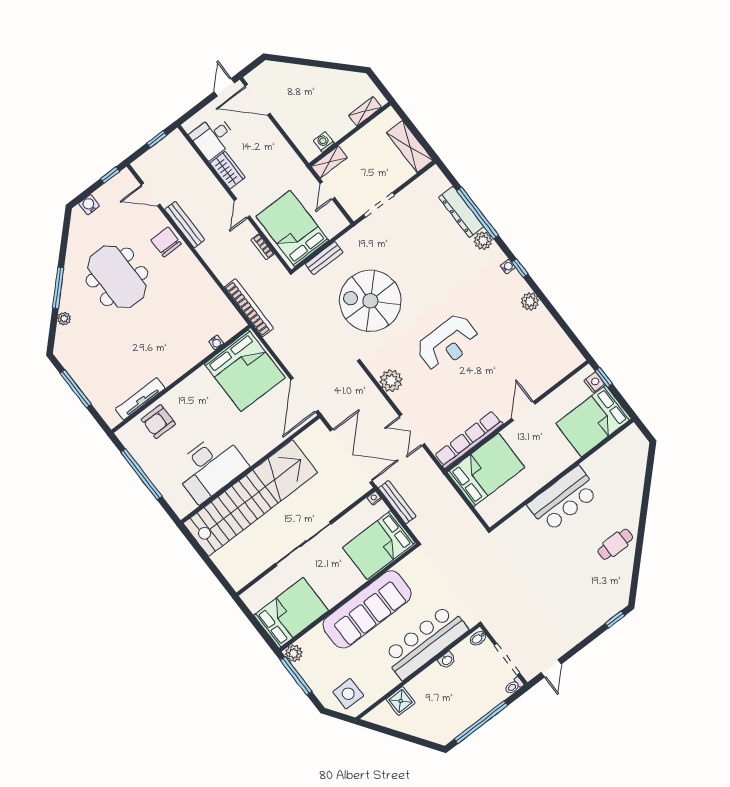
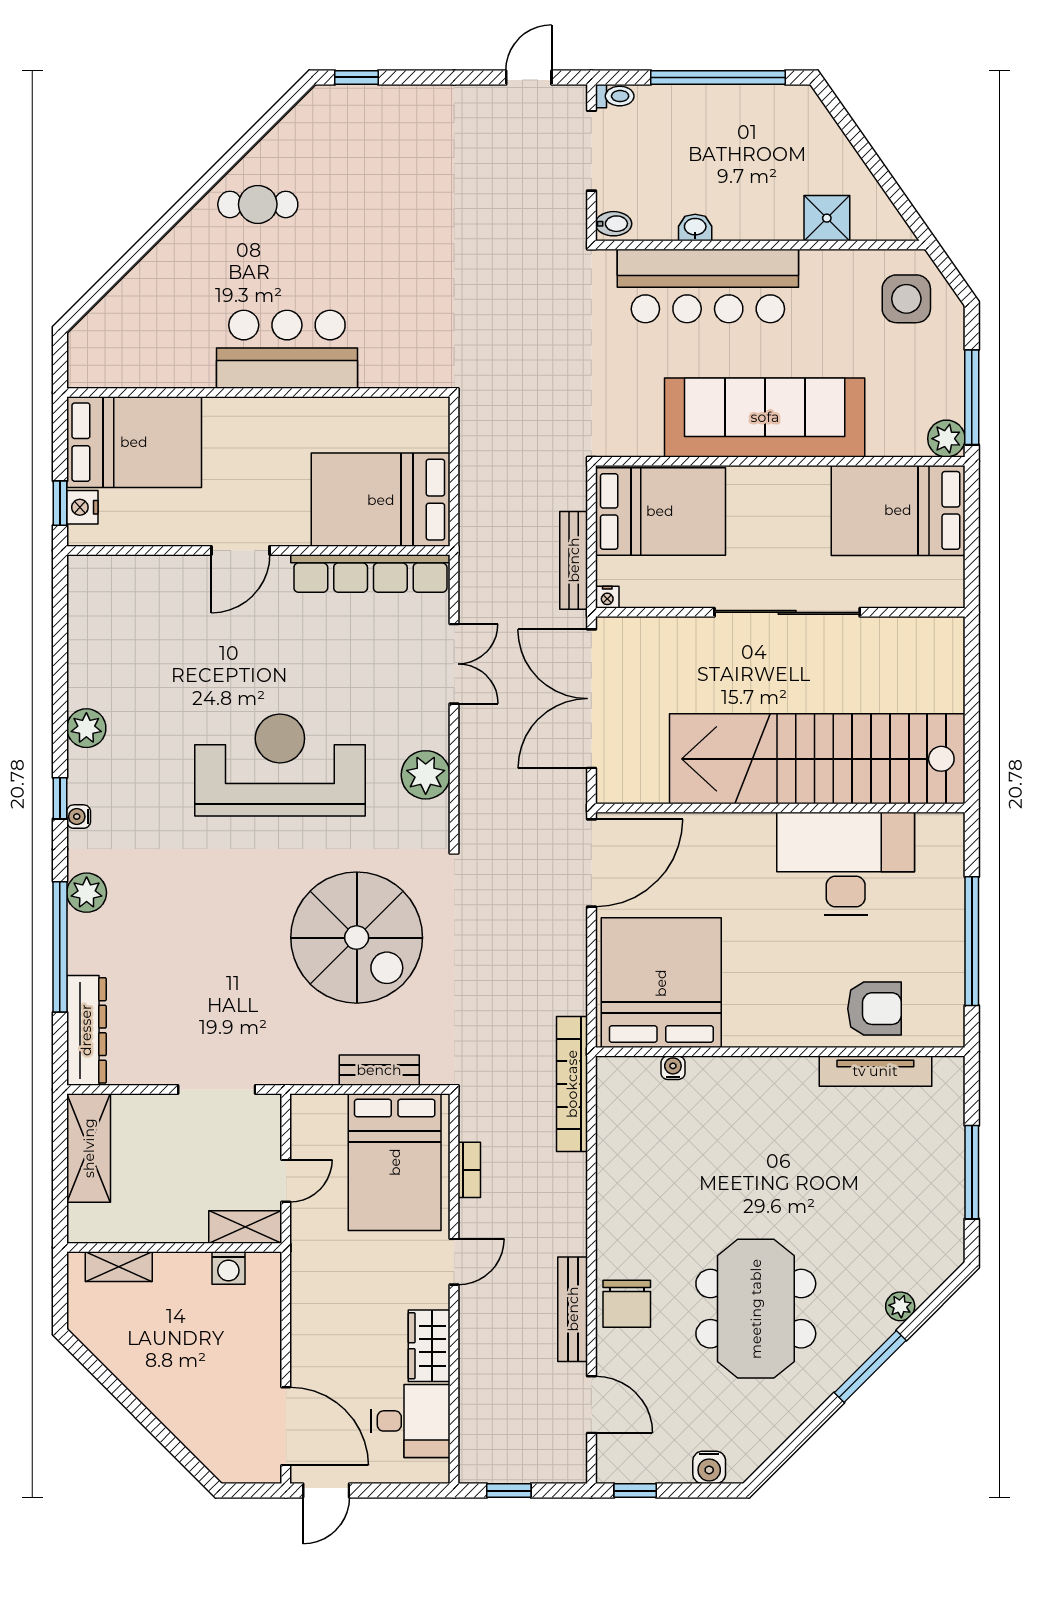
dresser: (461, 212) -> (86, 1030), moved
reception desk: (448, 343) -> (280, 765), width x1.36, depth x1.30

